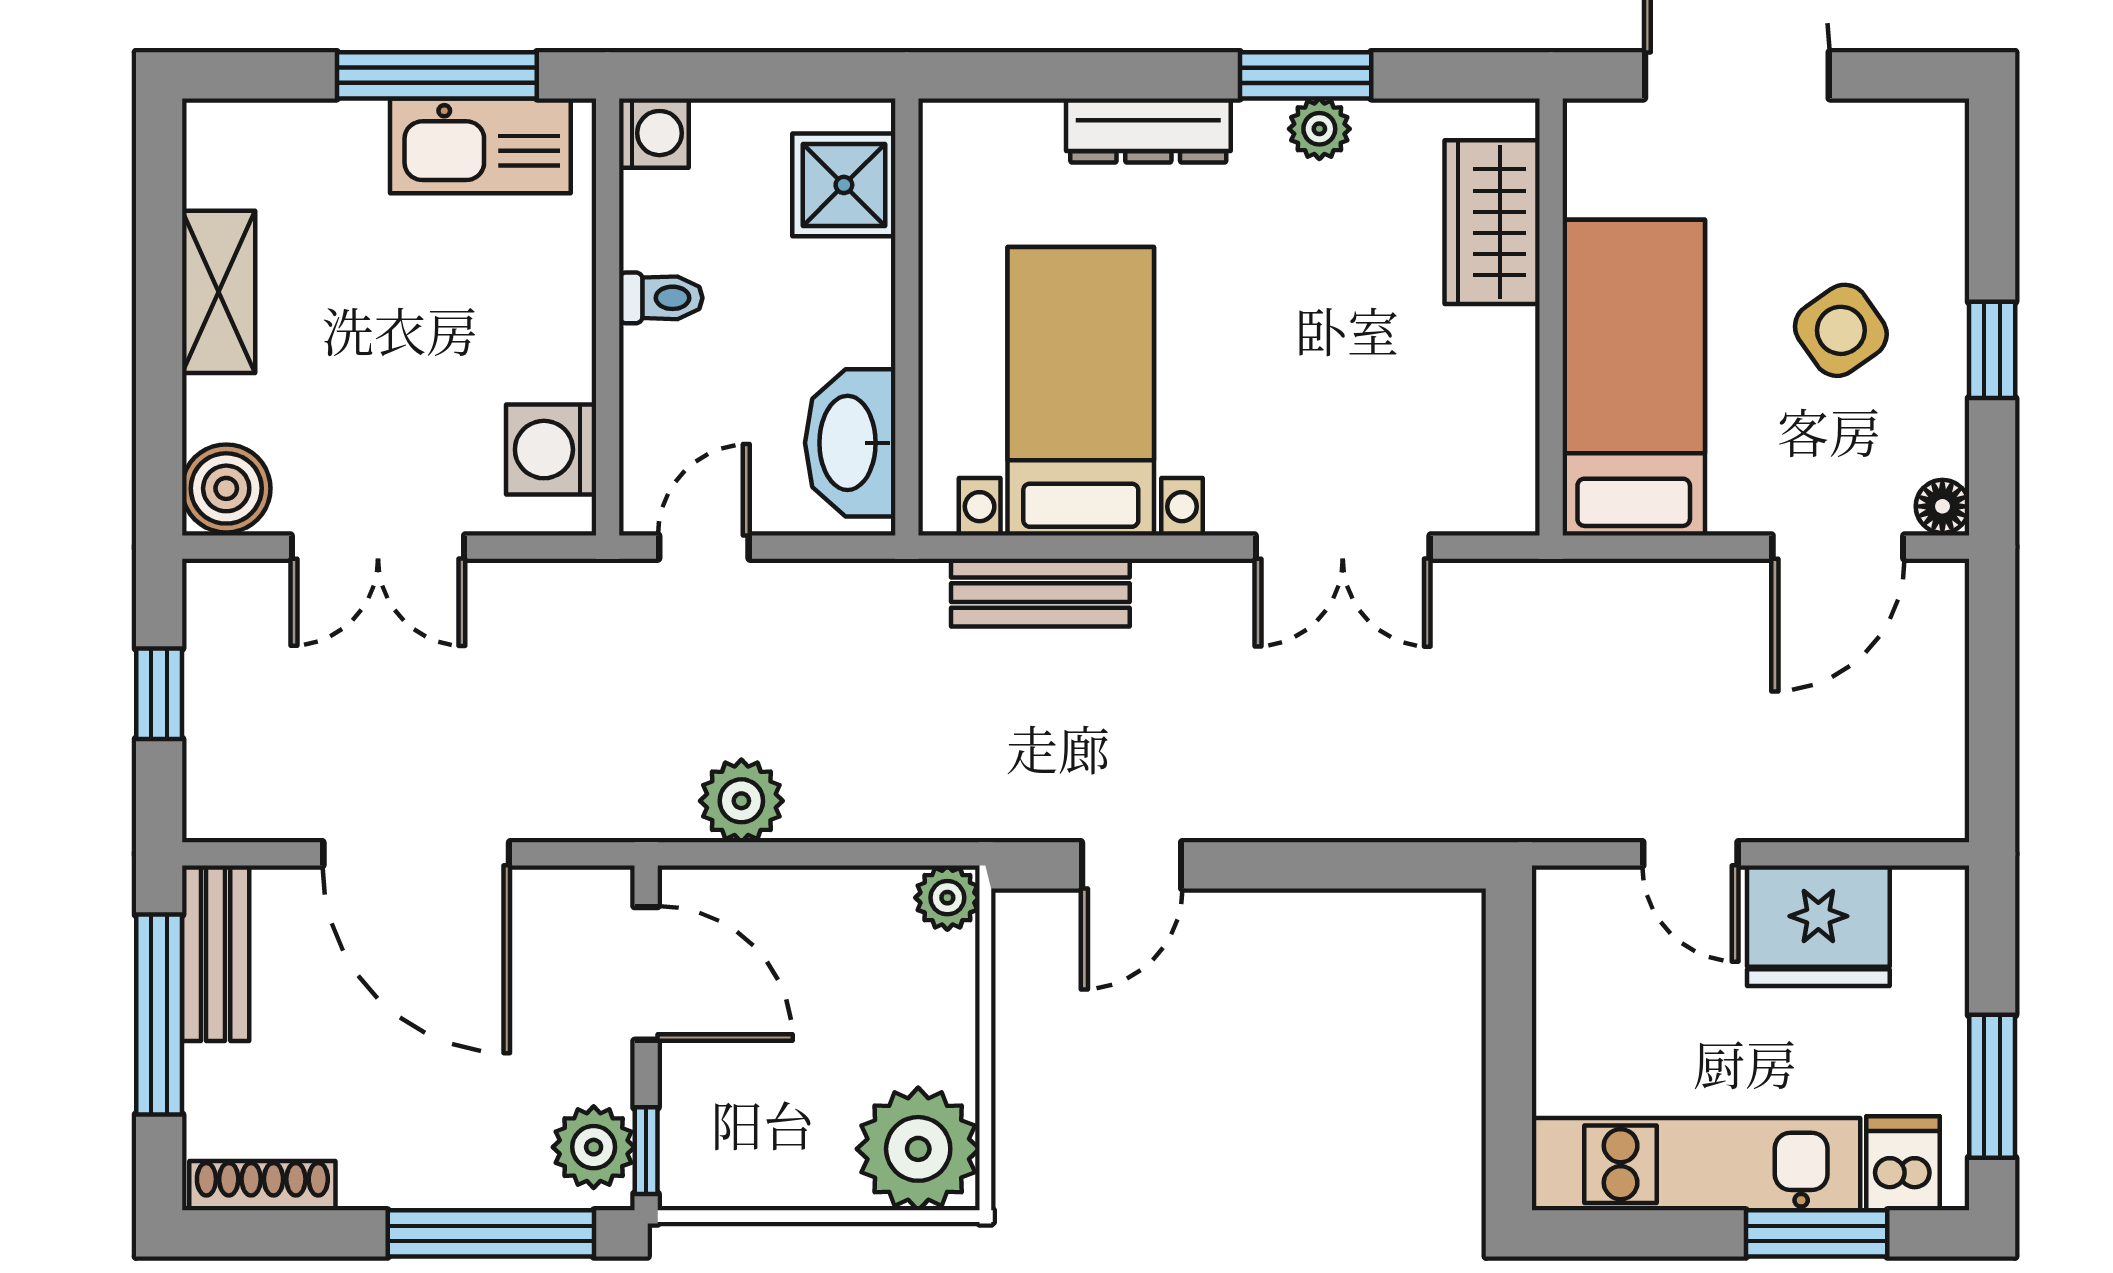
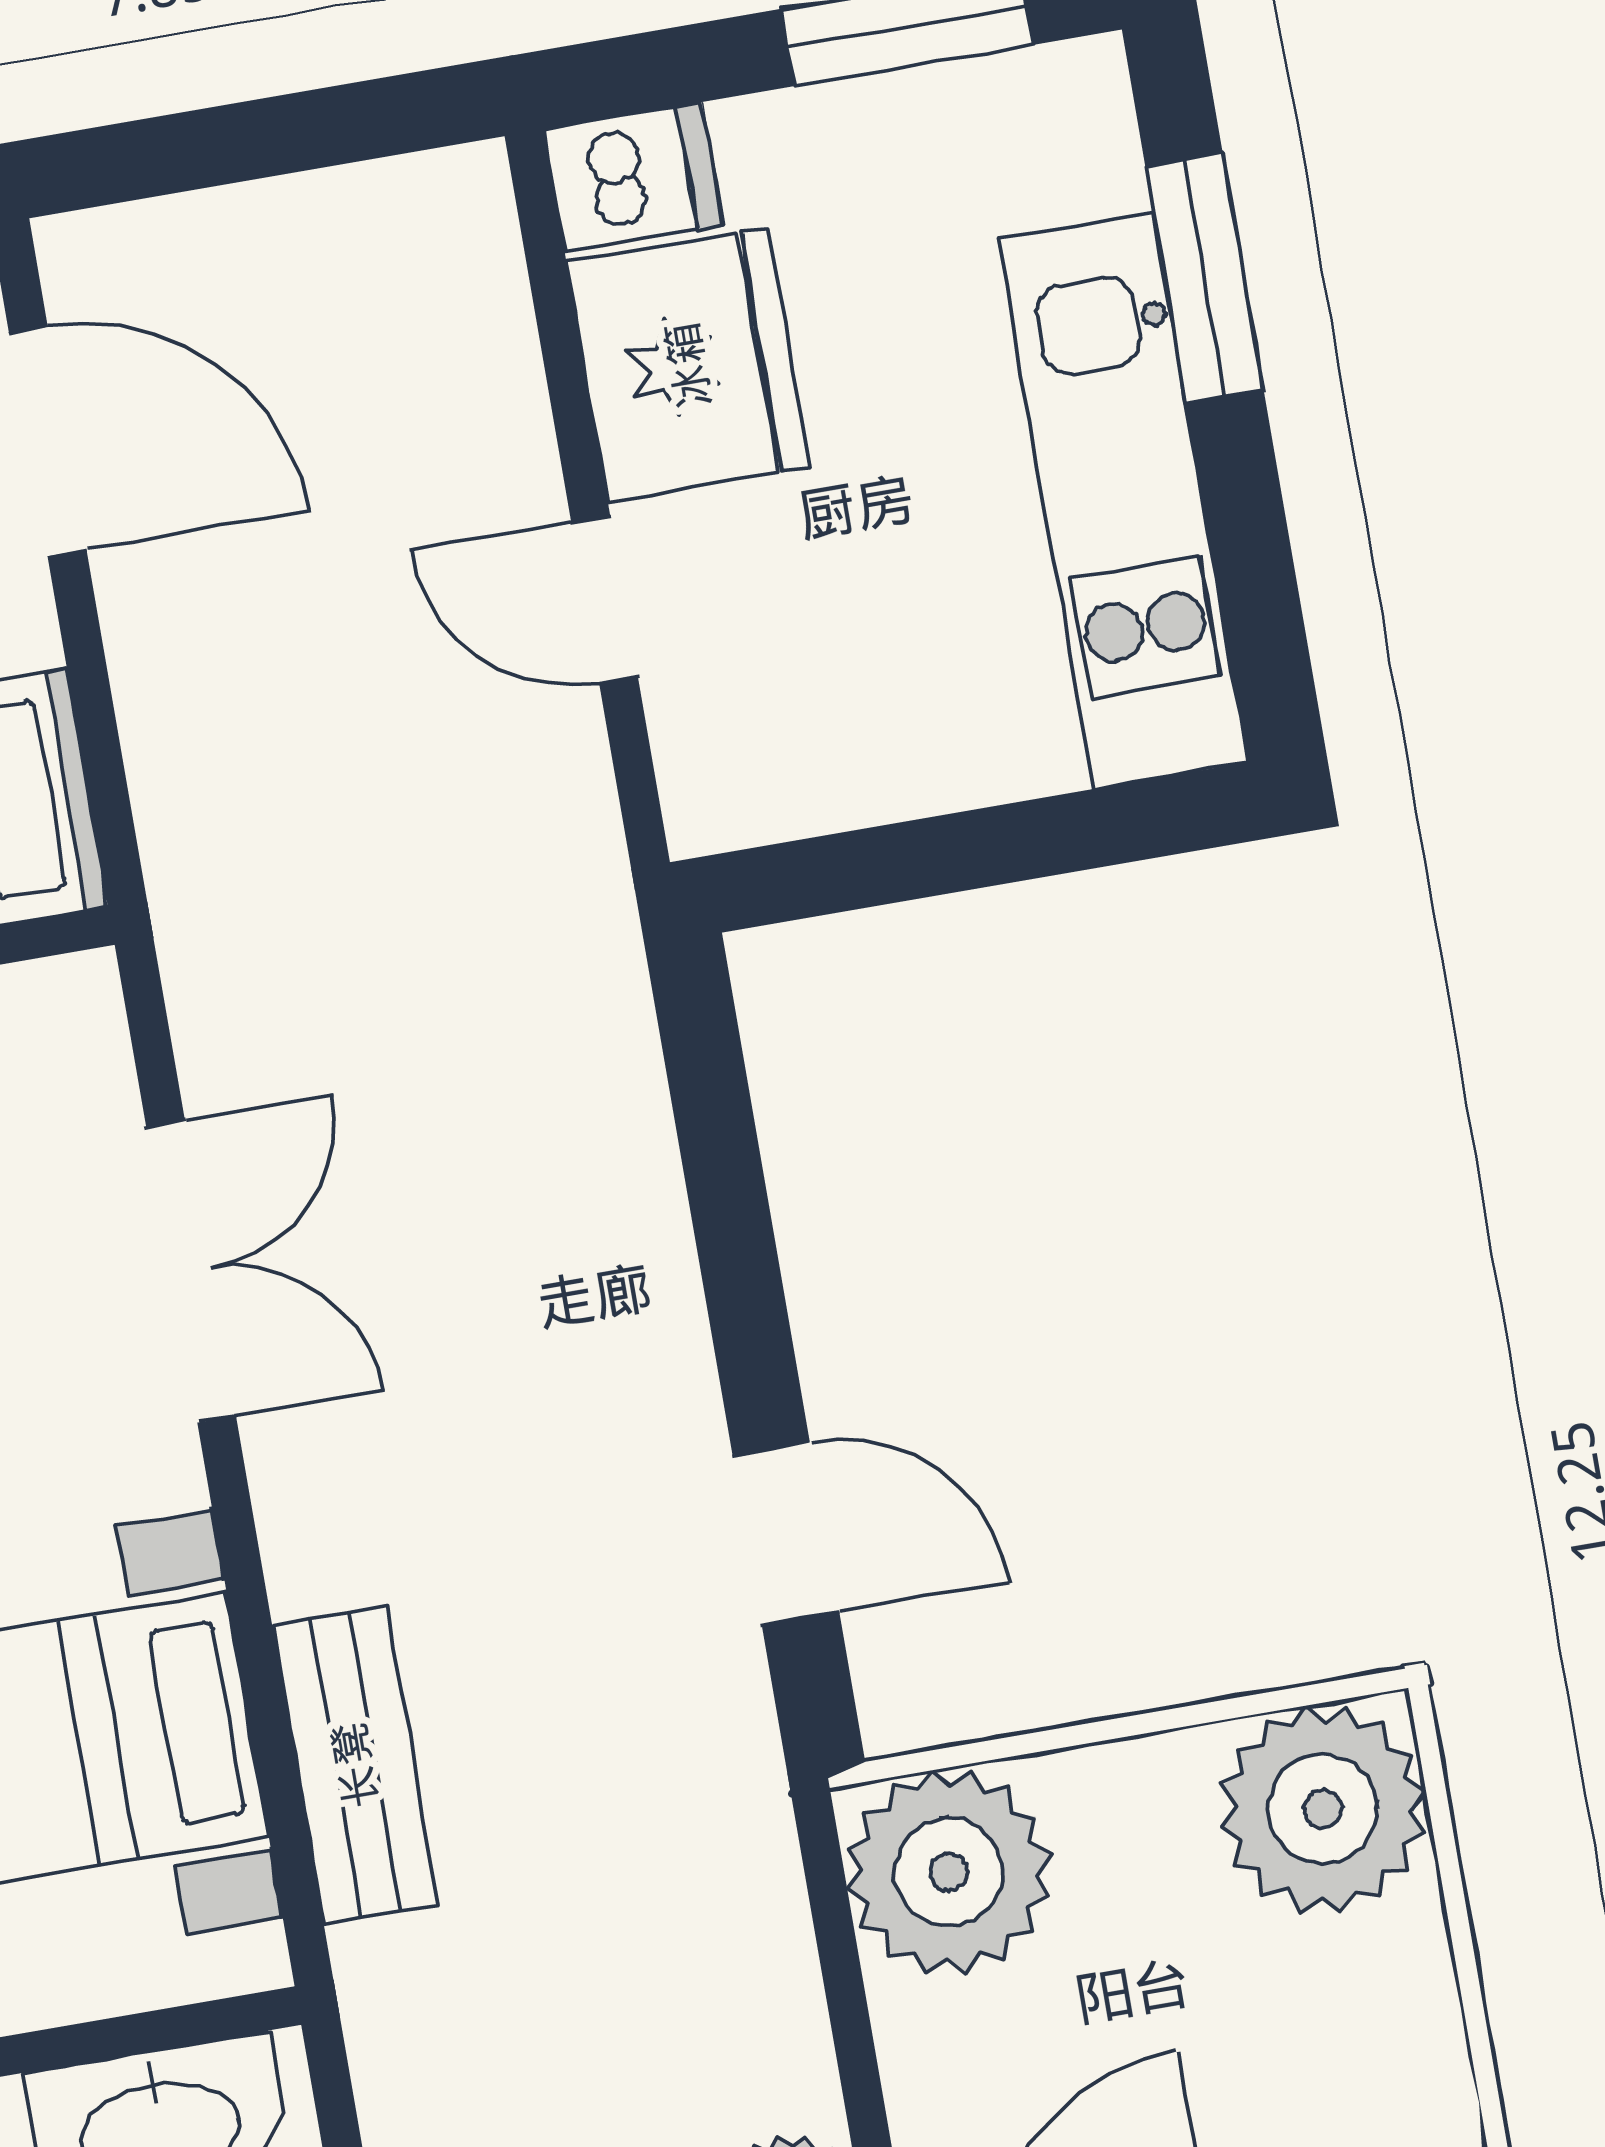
door: (1690, 854) -> (605, 600), swing flipped
plant: (947, 898) -> (949, 1872), width x1.88, depth x1.88
dishwasher: (1903, 1163) -> (633, 177), moved, turned 180

